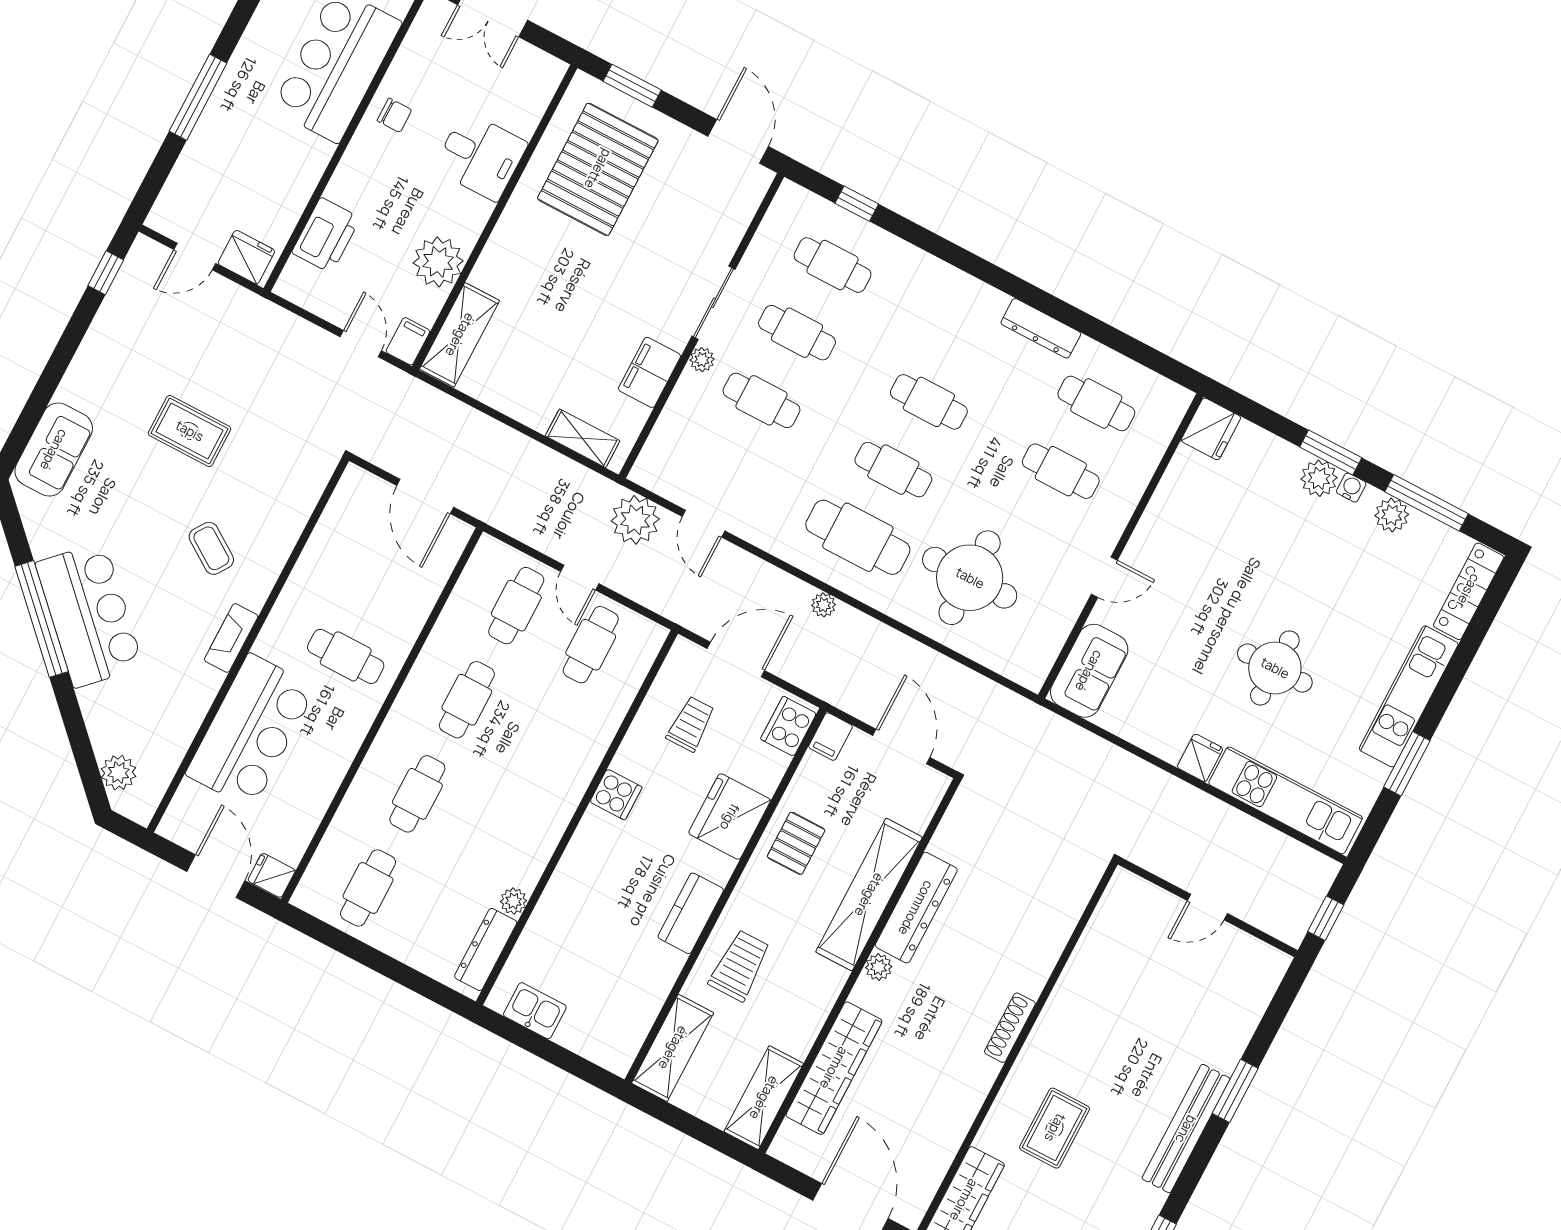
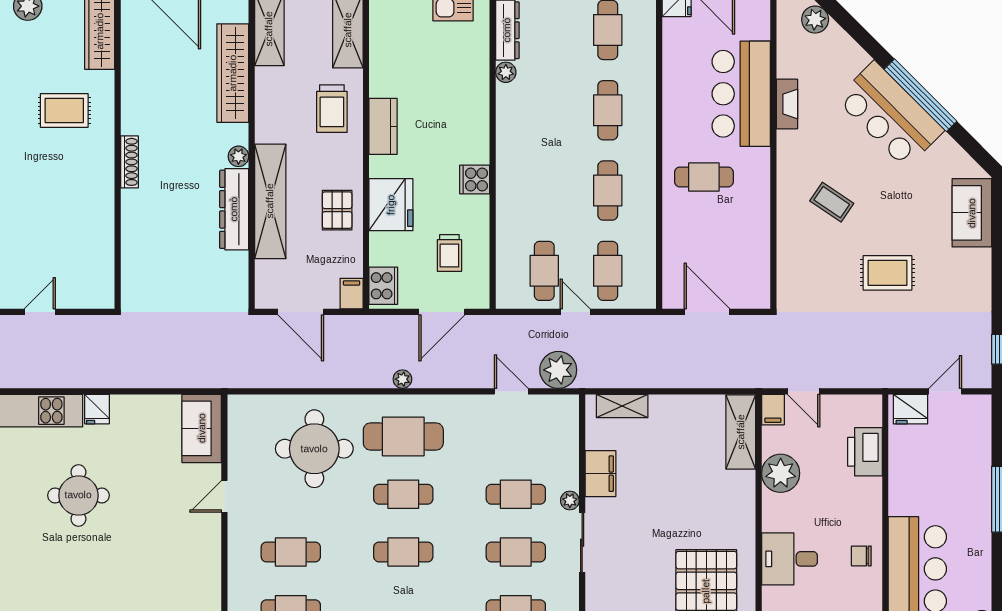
fireplace: (231, 638) -> (787, 104), moved
rug: (1055, 1128) -> (64, 110), turned 90

